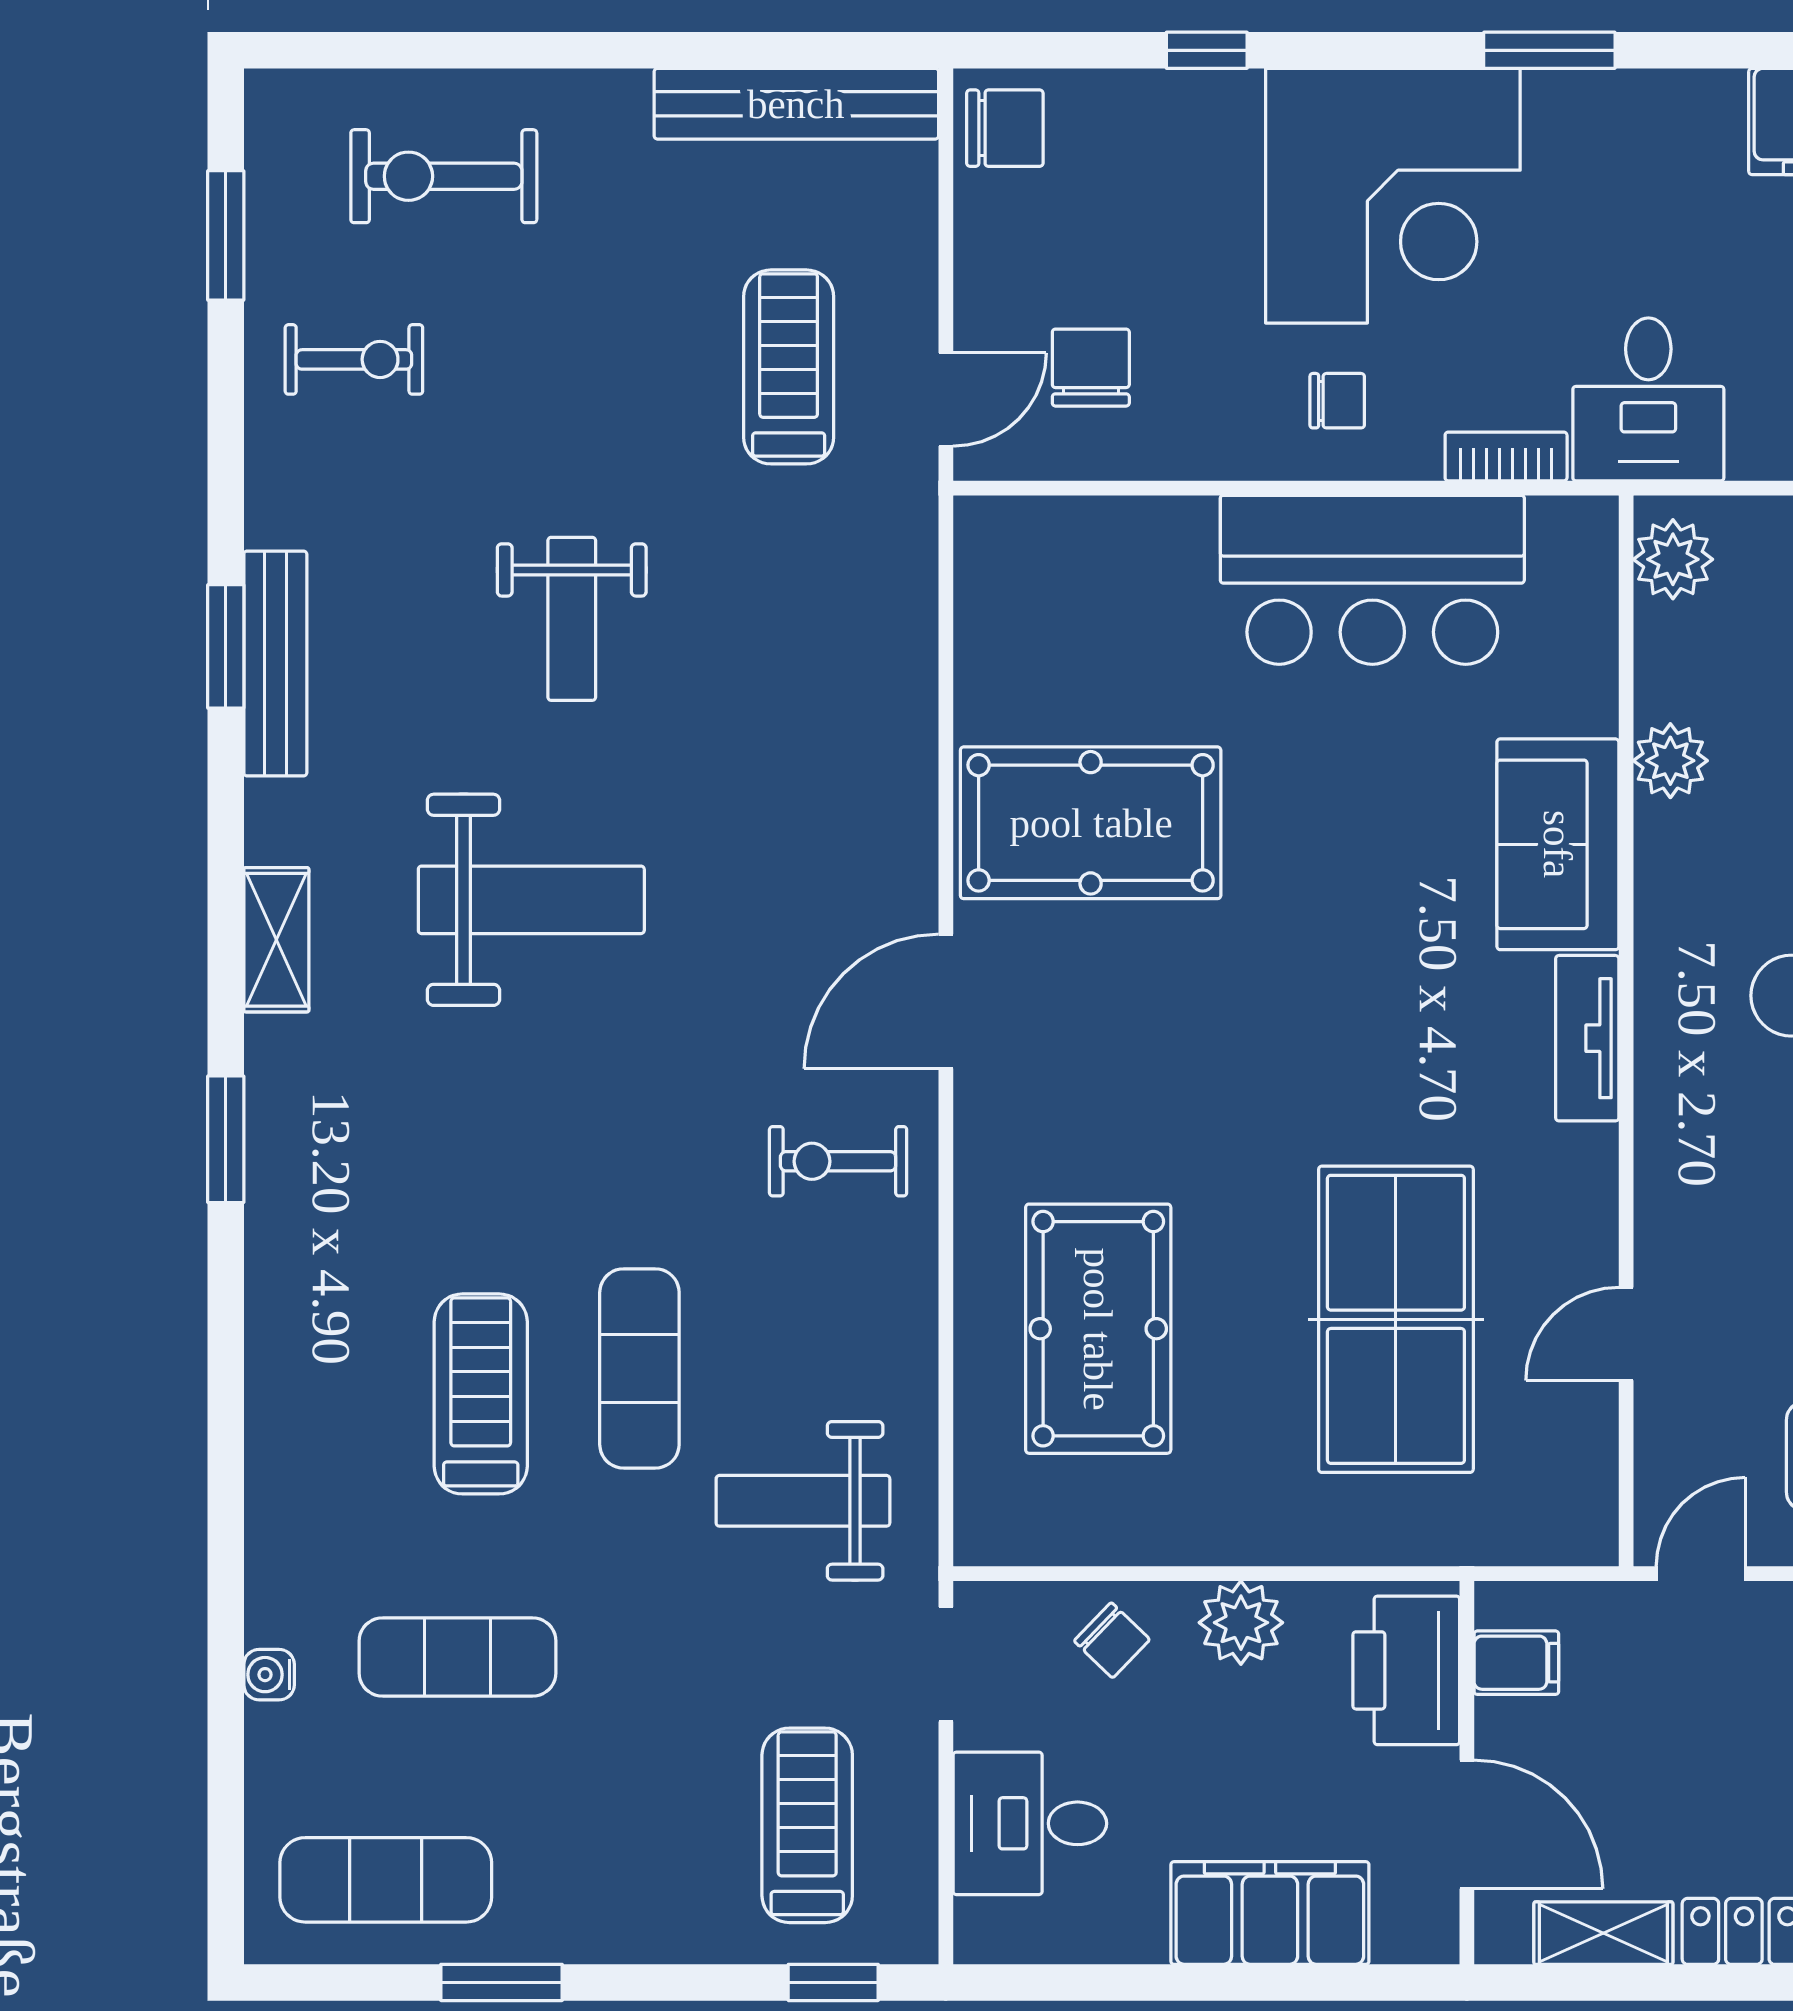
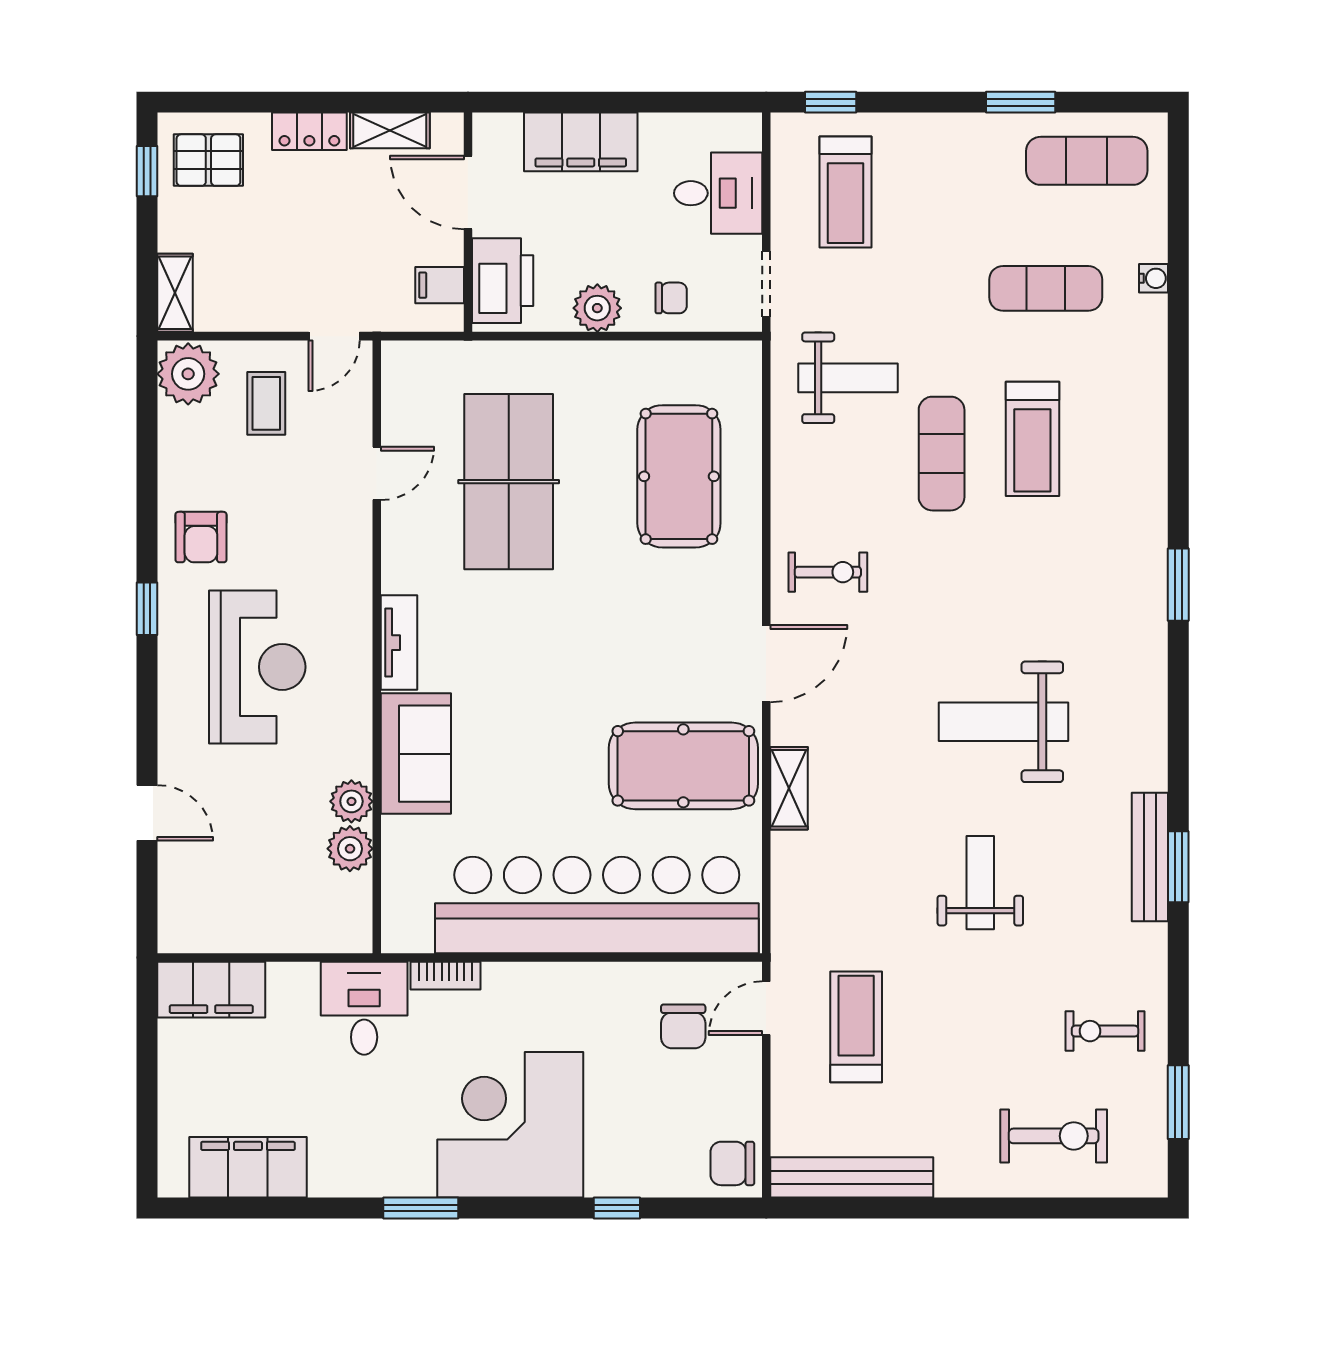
treadmill: (789, 367) -> (856, 1027), turned 180
chair: (1337, 401) -> (542, 1007), removed
plant: (1673, 559) -> (350, 849), moved
bar counter: (1372, 580) -> (597, 905), width x1.86
shelving: (276, 940) -> (789, 788), moved
chair: (1112, 1640) -> (671, 298), turned 136

